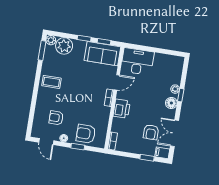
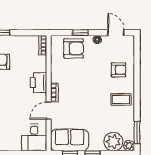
desk: (137, 62) -> (34, 137), width x0.73
armchair: (56, 118) -> (119, 70), moved

